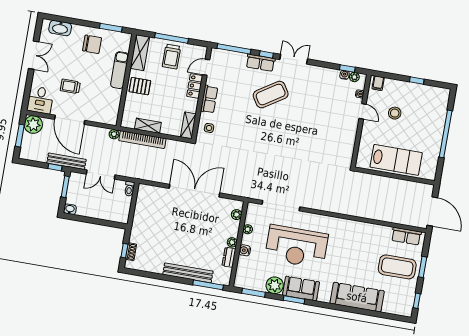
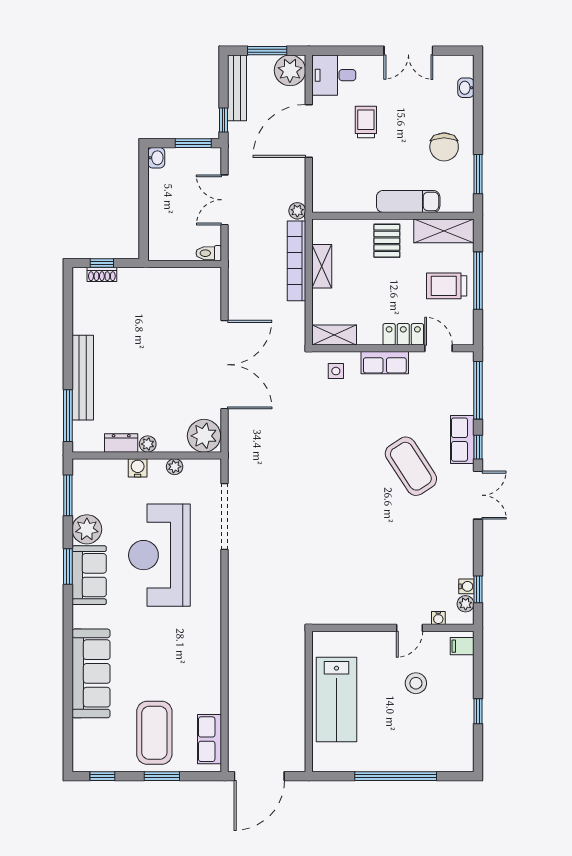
washbasin: (60, 28) -> (466, 88), width x0.52, depth x0.69
bench: (66, 161) -> (237, 88), moved
plant: (237, 215) -> (204, 436), width x1.87, depth x1.87

